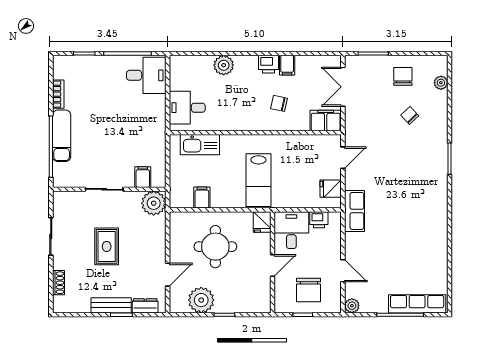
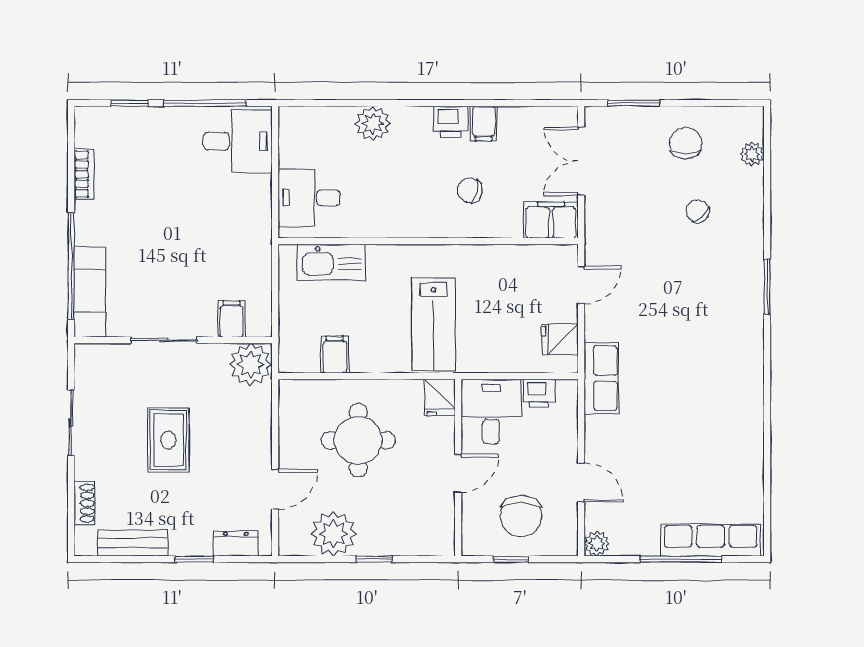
exam couch: (62, 136) -> (90, 292), moved
bench: (111, 305) -> (133, 543), moved

